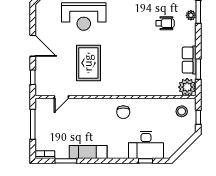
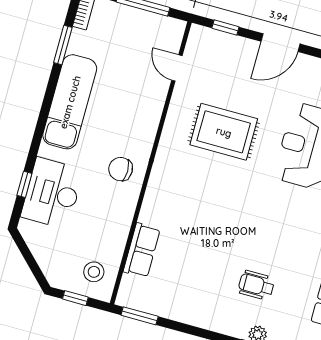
wheelchair: (165, 23) -> (256, 285), turned 90
row of seats: (189, 60) -> (142, 250), moved, turned 90
window: (198, 69) -> (140, 316), moved
plant: (187, 87) -> (134, 293), removed
exam couch: (88, 152) -> (70, 102), width x1.36, depth x1.45

